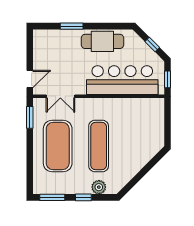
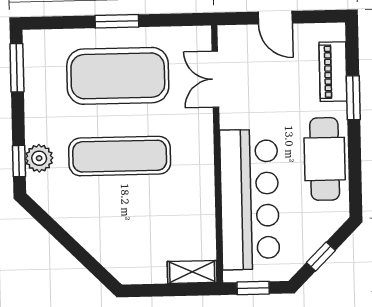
piano: (58, 36) -> (333, 72), added
door: (30, 79) -> (275, 18), moved
shelving: (159, 110) -> (192, 272), added
window: (30, 117) -> (117, 21), moved
window: (83, 197) -> (19, 161), moved

